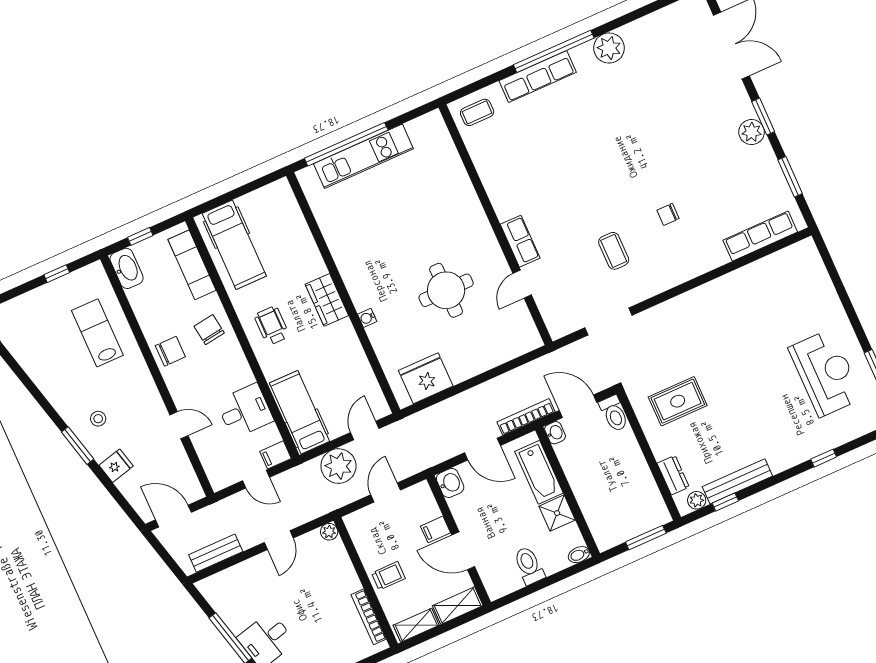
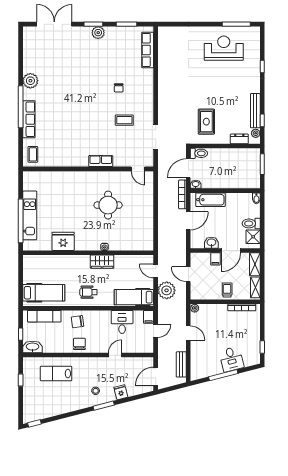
door: (522, 284) -> (138, 169), moved
wardrobe: (327, 300) -> (102, 262), moved
fridge: (426, 378) -> (63, 241), moved, turned 90
washbasin: (450, 483) -> (211, 243), moved
shower: (557, 513) -> (253, 237), moved

